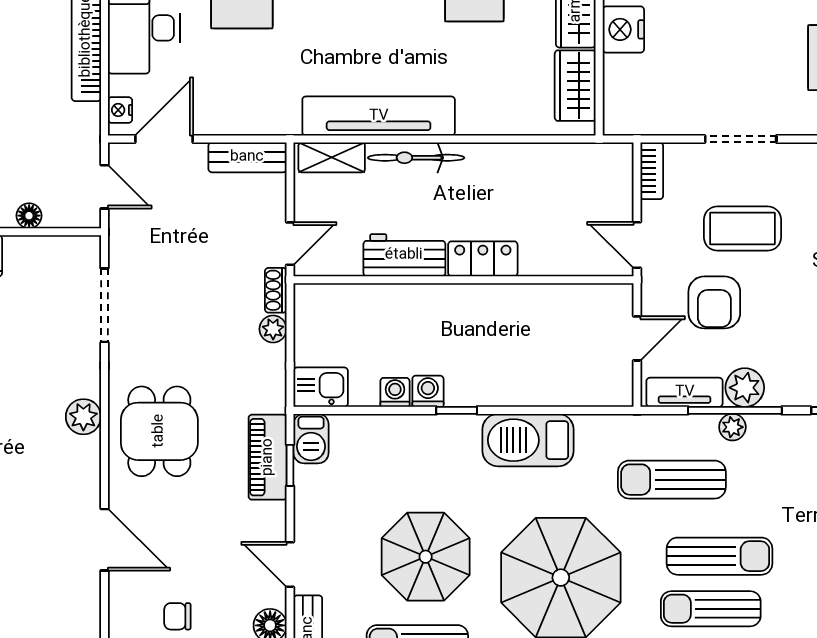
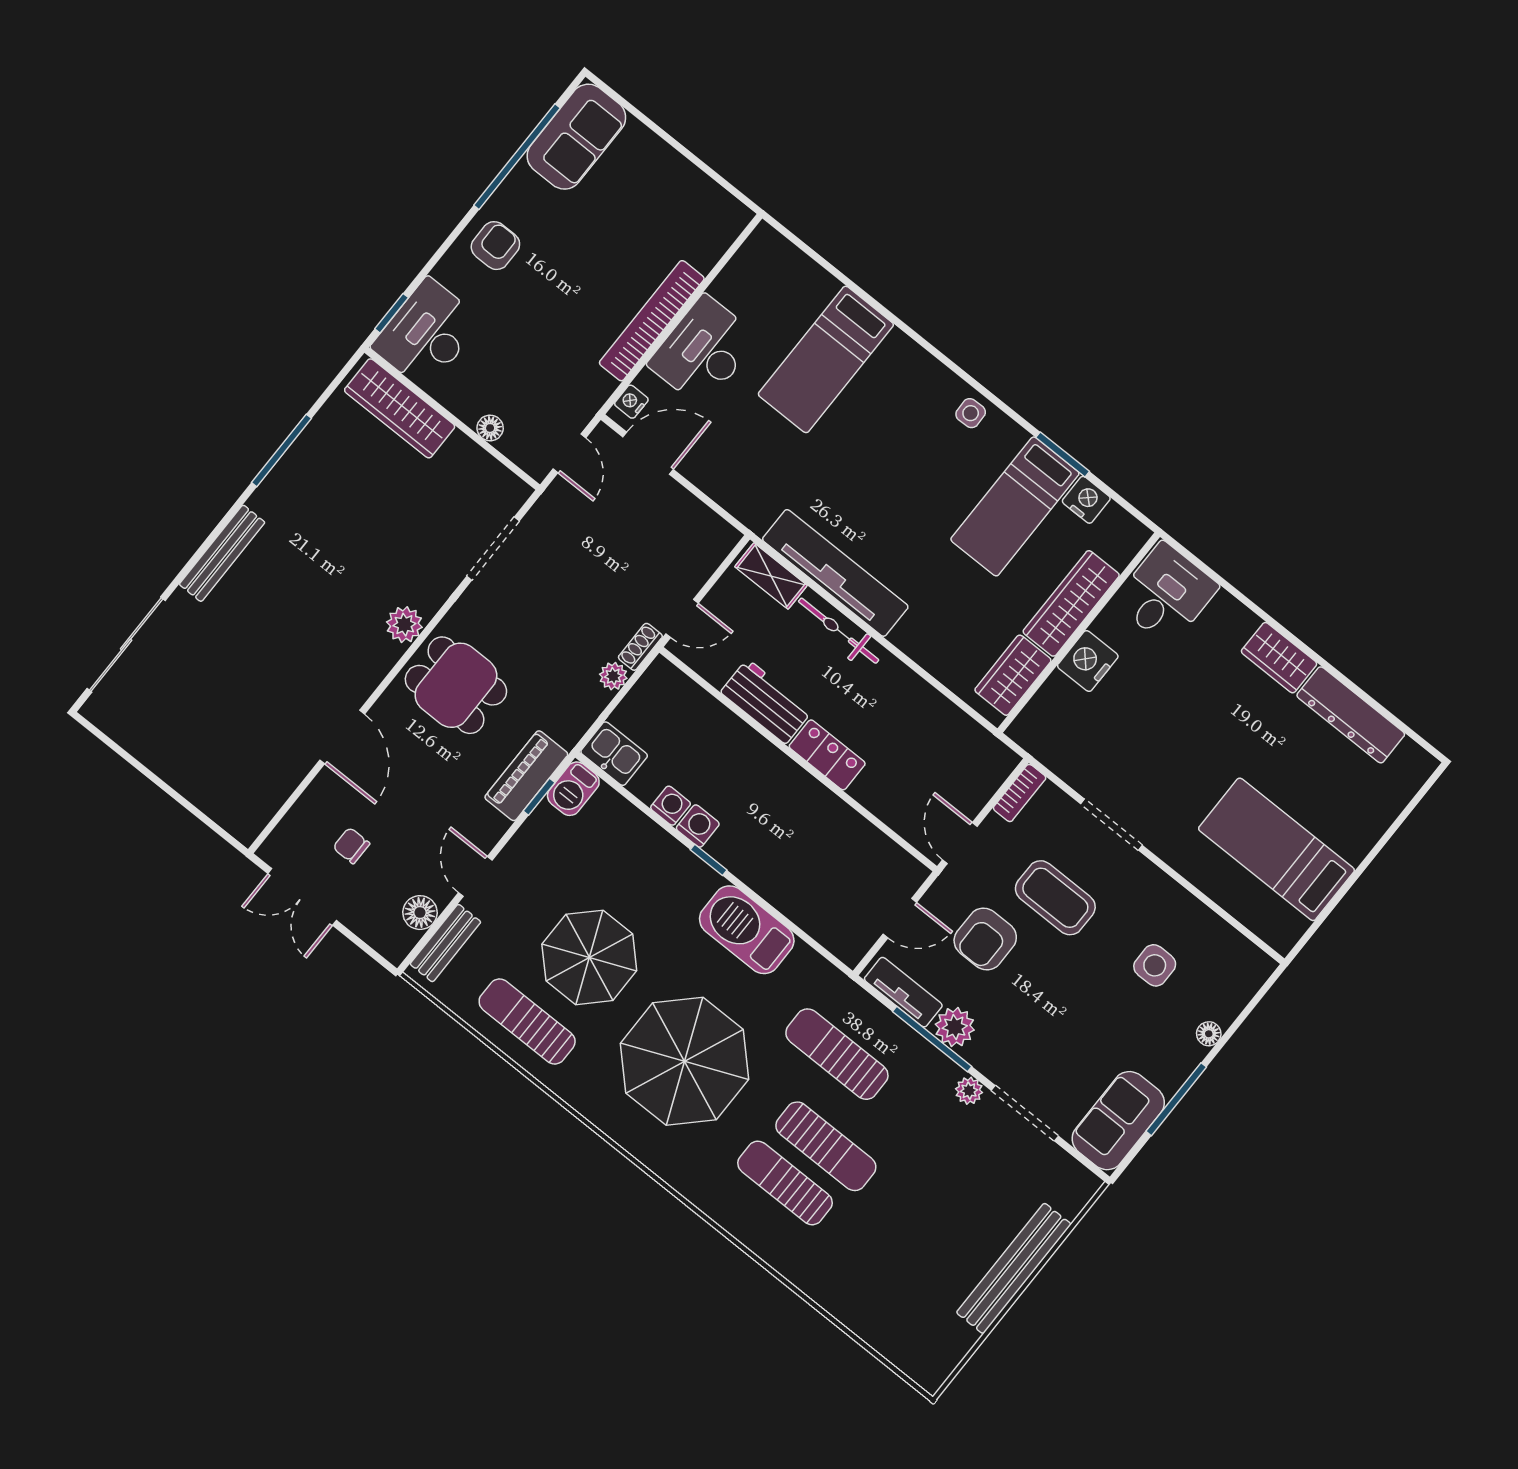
bench: (247, 157) -> (703, 522), removed
plant: (732, 427) -> (969, 1091), moved
dining table: (159, 431) -> (456, 685), turned 90

